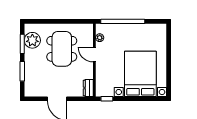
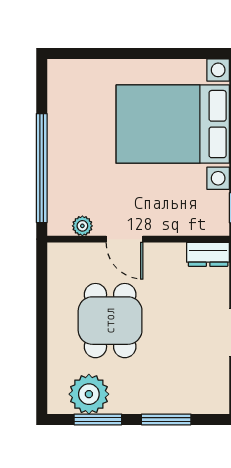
dining table: (62, 49) -> (110, 321), width x0.73
door: (94, 55) -> (125, 239), hinge flipped

